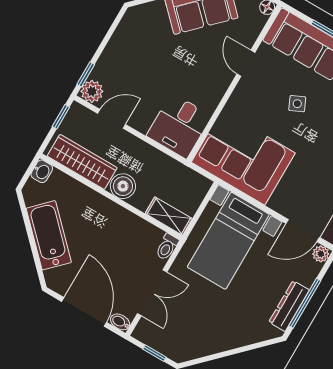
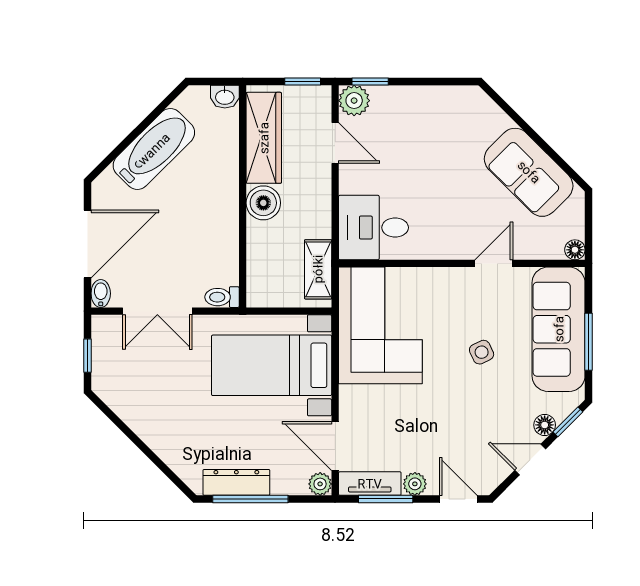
shelving: (169, 216) -> (318, 269), moved

